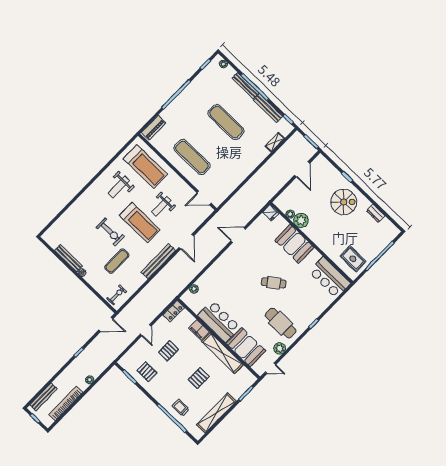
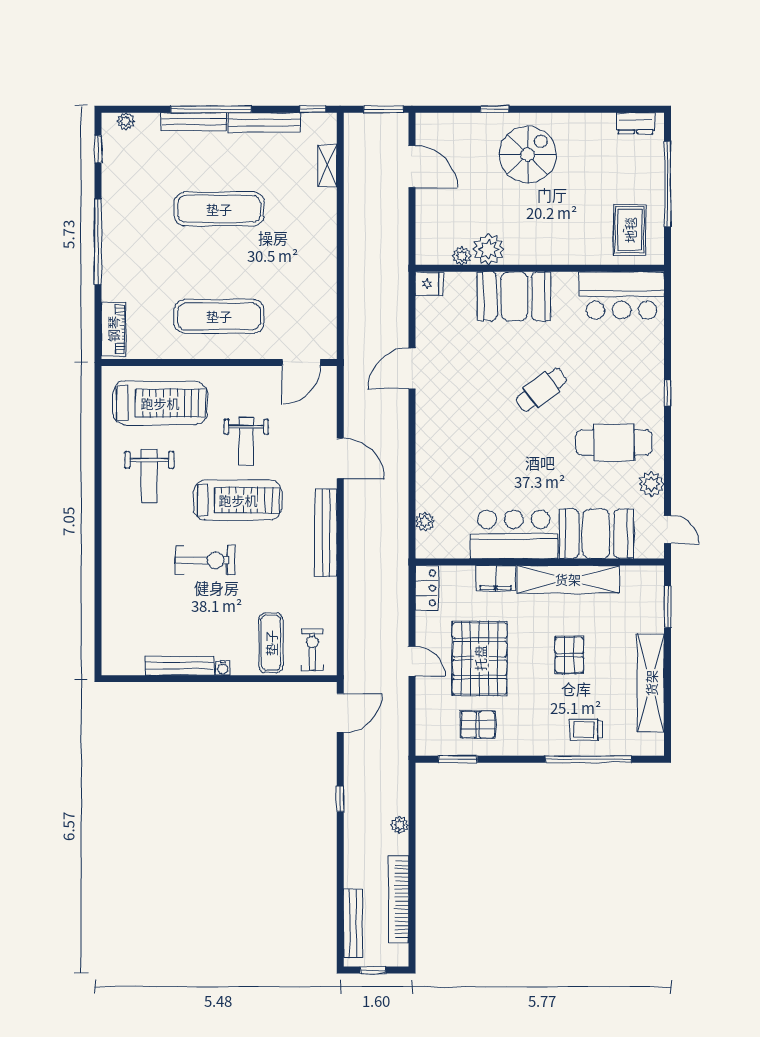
dresser: (376, 213) -> (636, 123), moved
rug: (353, 259) -> (630, 230), turned 90
exercise mat: (117, 261) -> (271, 643), moved
pallet: (169, 351) -> (480, 658), width x2.05, depth x2.00
door: (270, 368) -> (668, 530), hinge flipped

